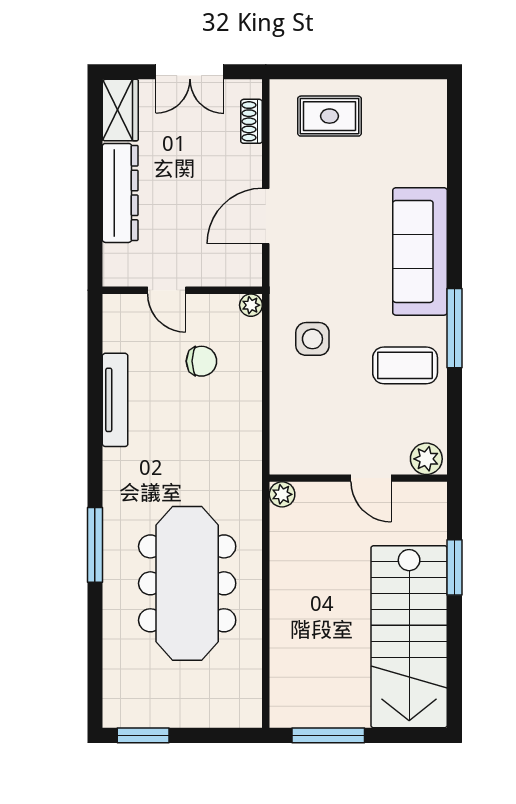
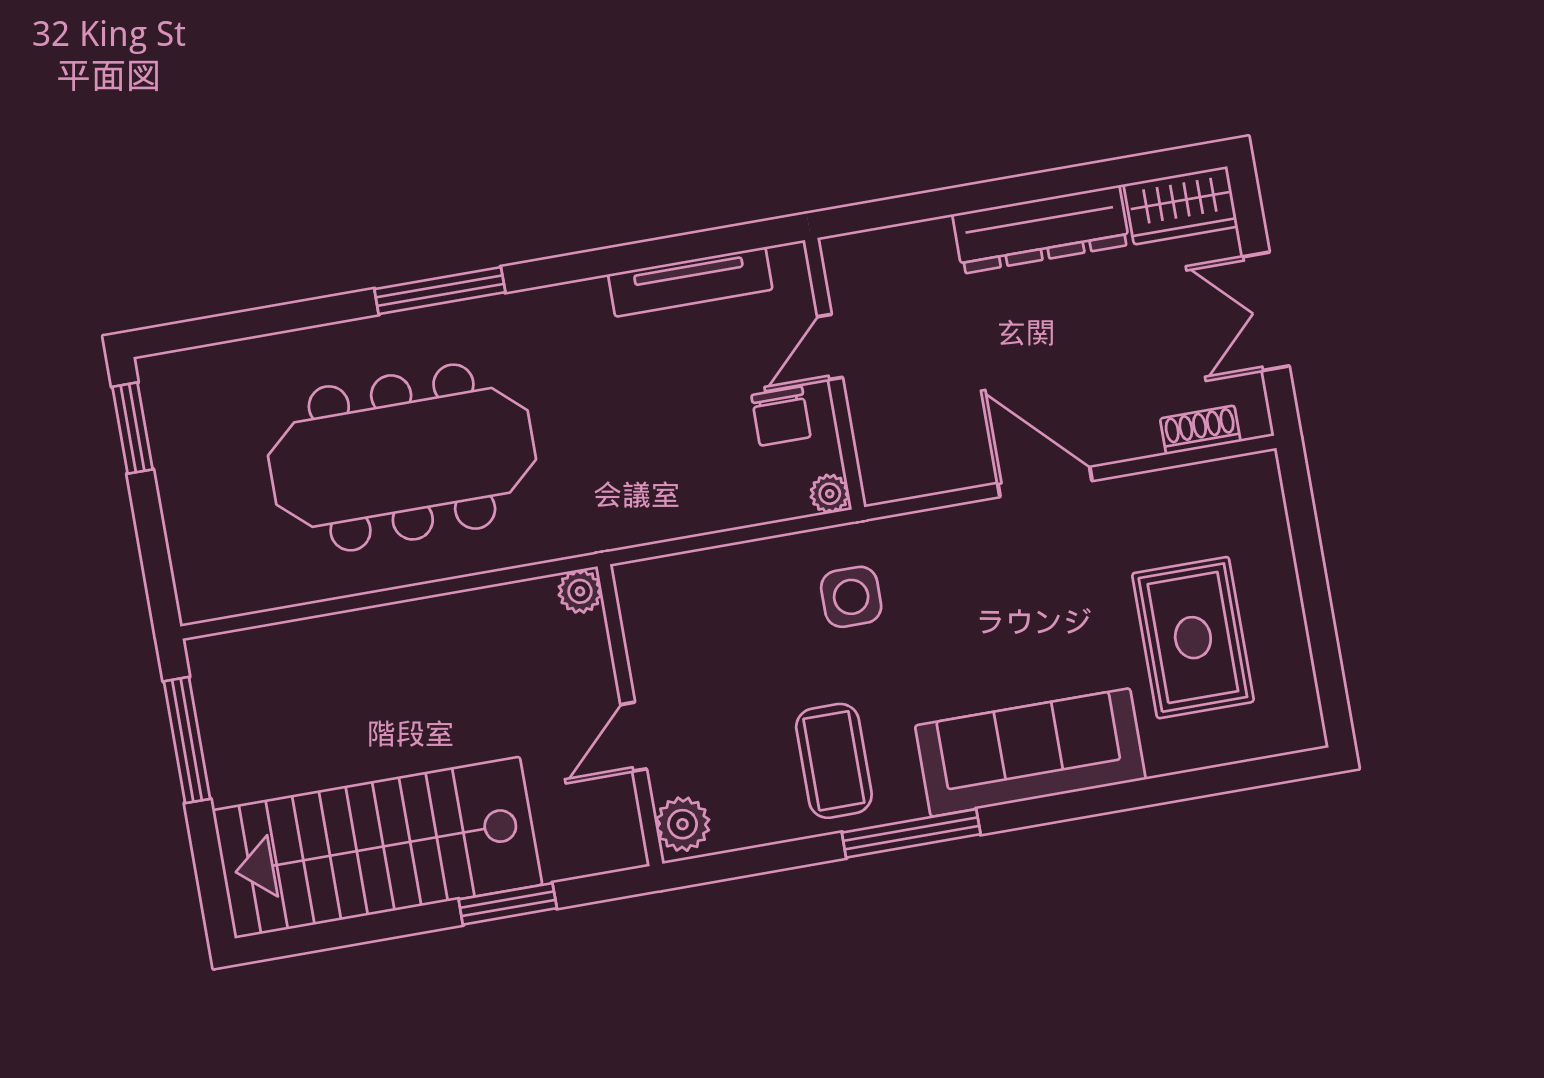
rug: (329, 116) -> (1193, 638), moved, width x1.36, depth x1.43
door: (167, 290) -> (830, 347), moved
wall: (182, 290) -> (835, 374), moved
plant: (251, 305) -> (830, 494), moved

